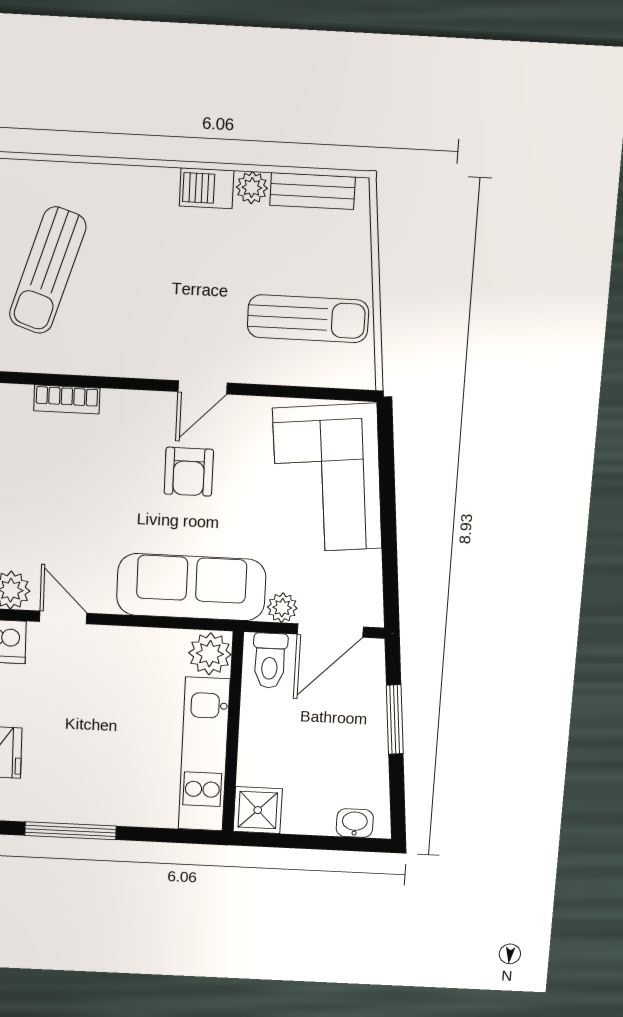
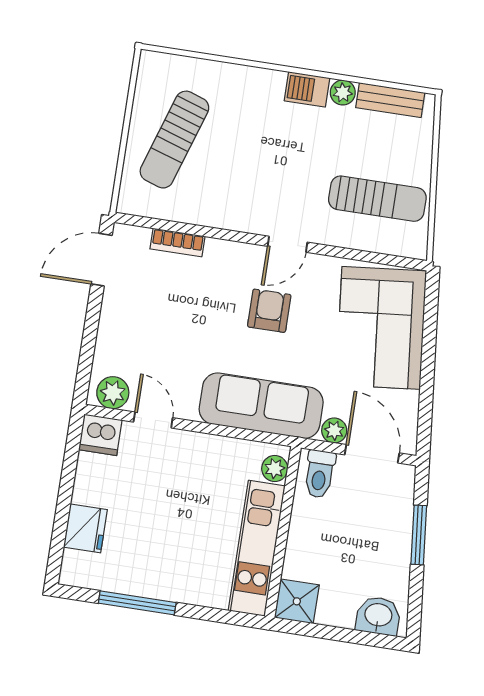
armchair: (189, 472) -> (269, 311), turned 180
door: (330, 630) -> (372, 454), swing flipped
plant: (210, 654) -> (275, 469), width x0.73, depth x0.73
washbasin: (355, 823) -> (378, 616), width x1.38, depth x1.45

